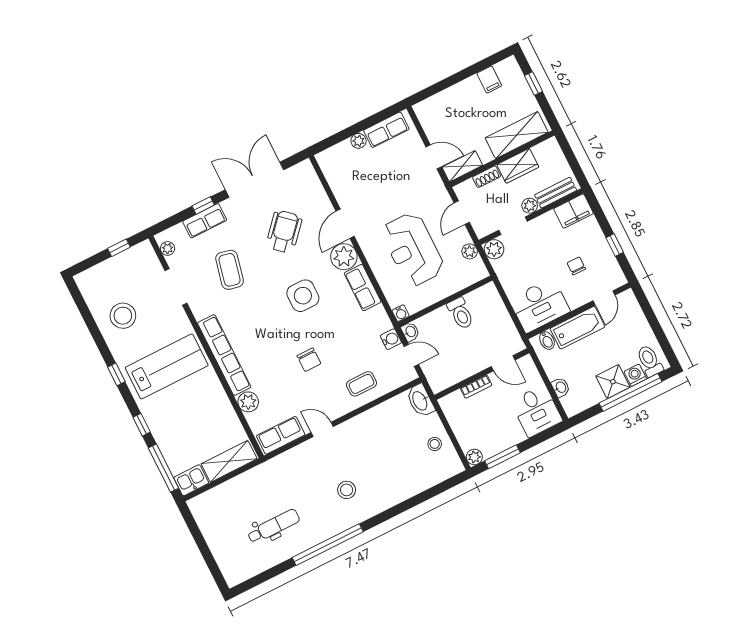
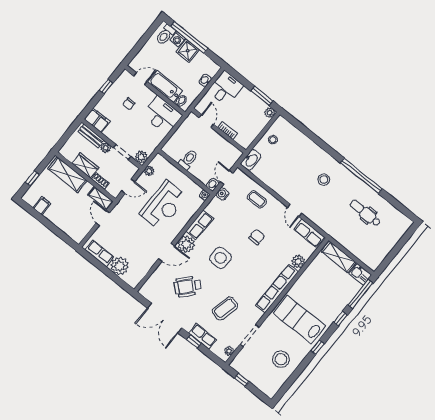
plant: (359, 141) -> (120, 266), width x1.88, depth x1.88

